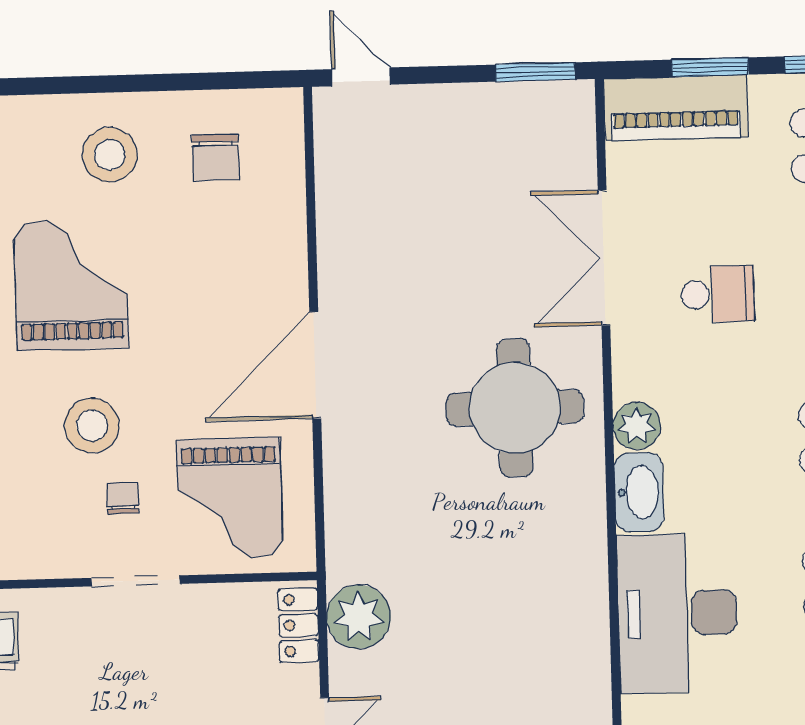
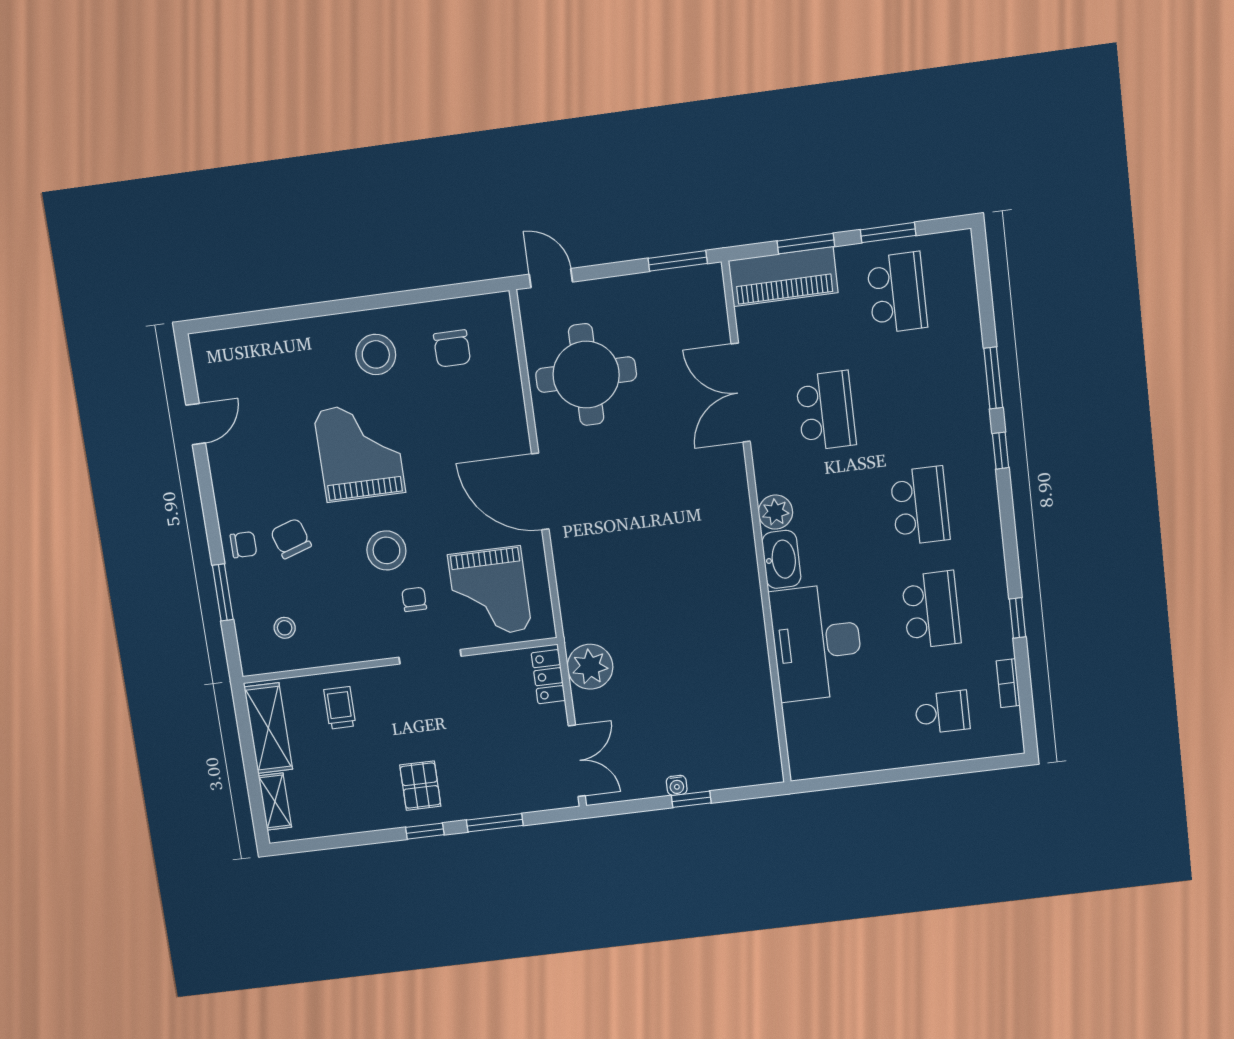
school desk: (718, 294) -> (826, 411), width x1.85
door: (315, 365) -> (540, 492), hinge flipped
round table: (515, 408) -> (586, 375), moved

